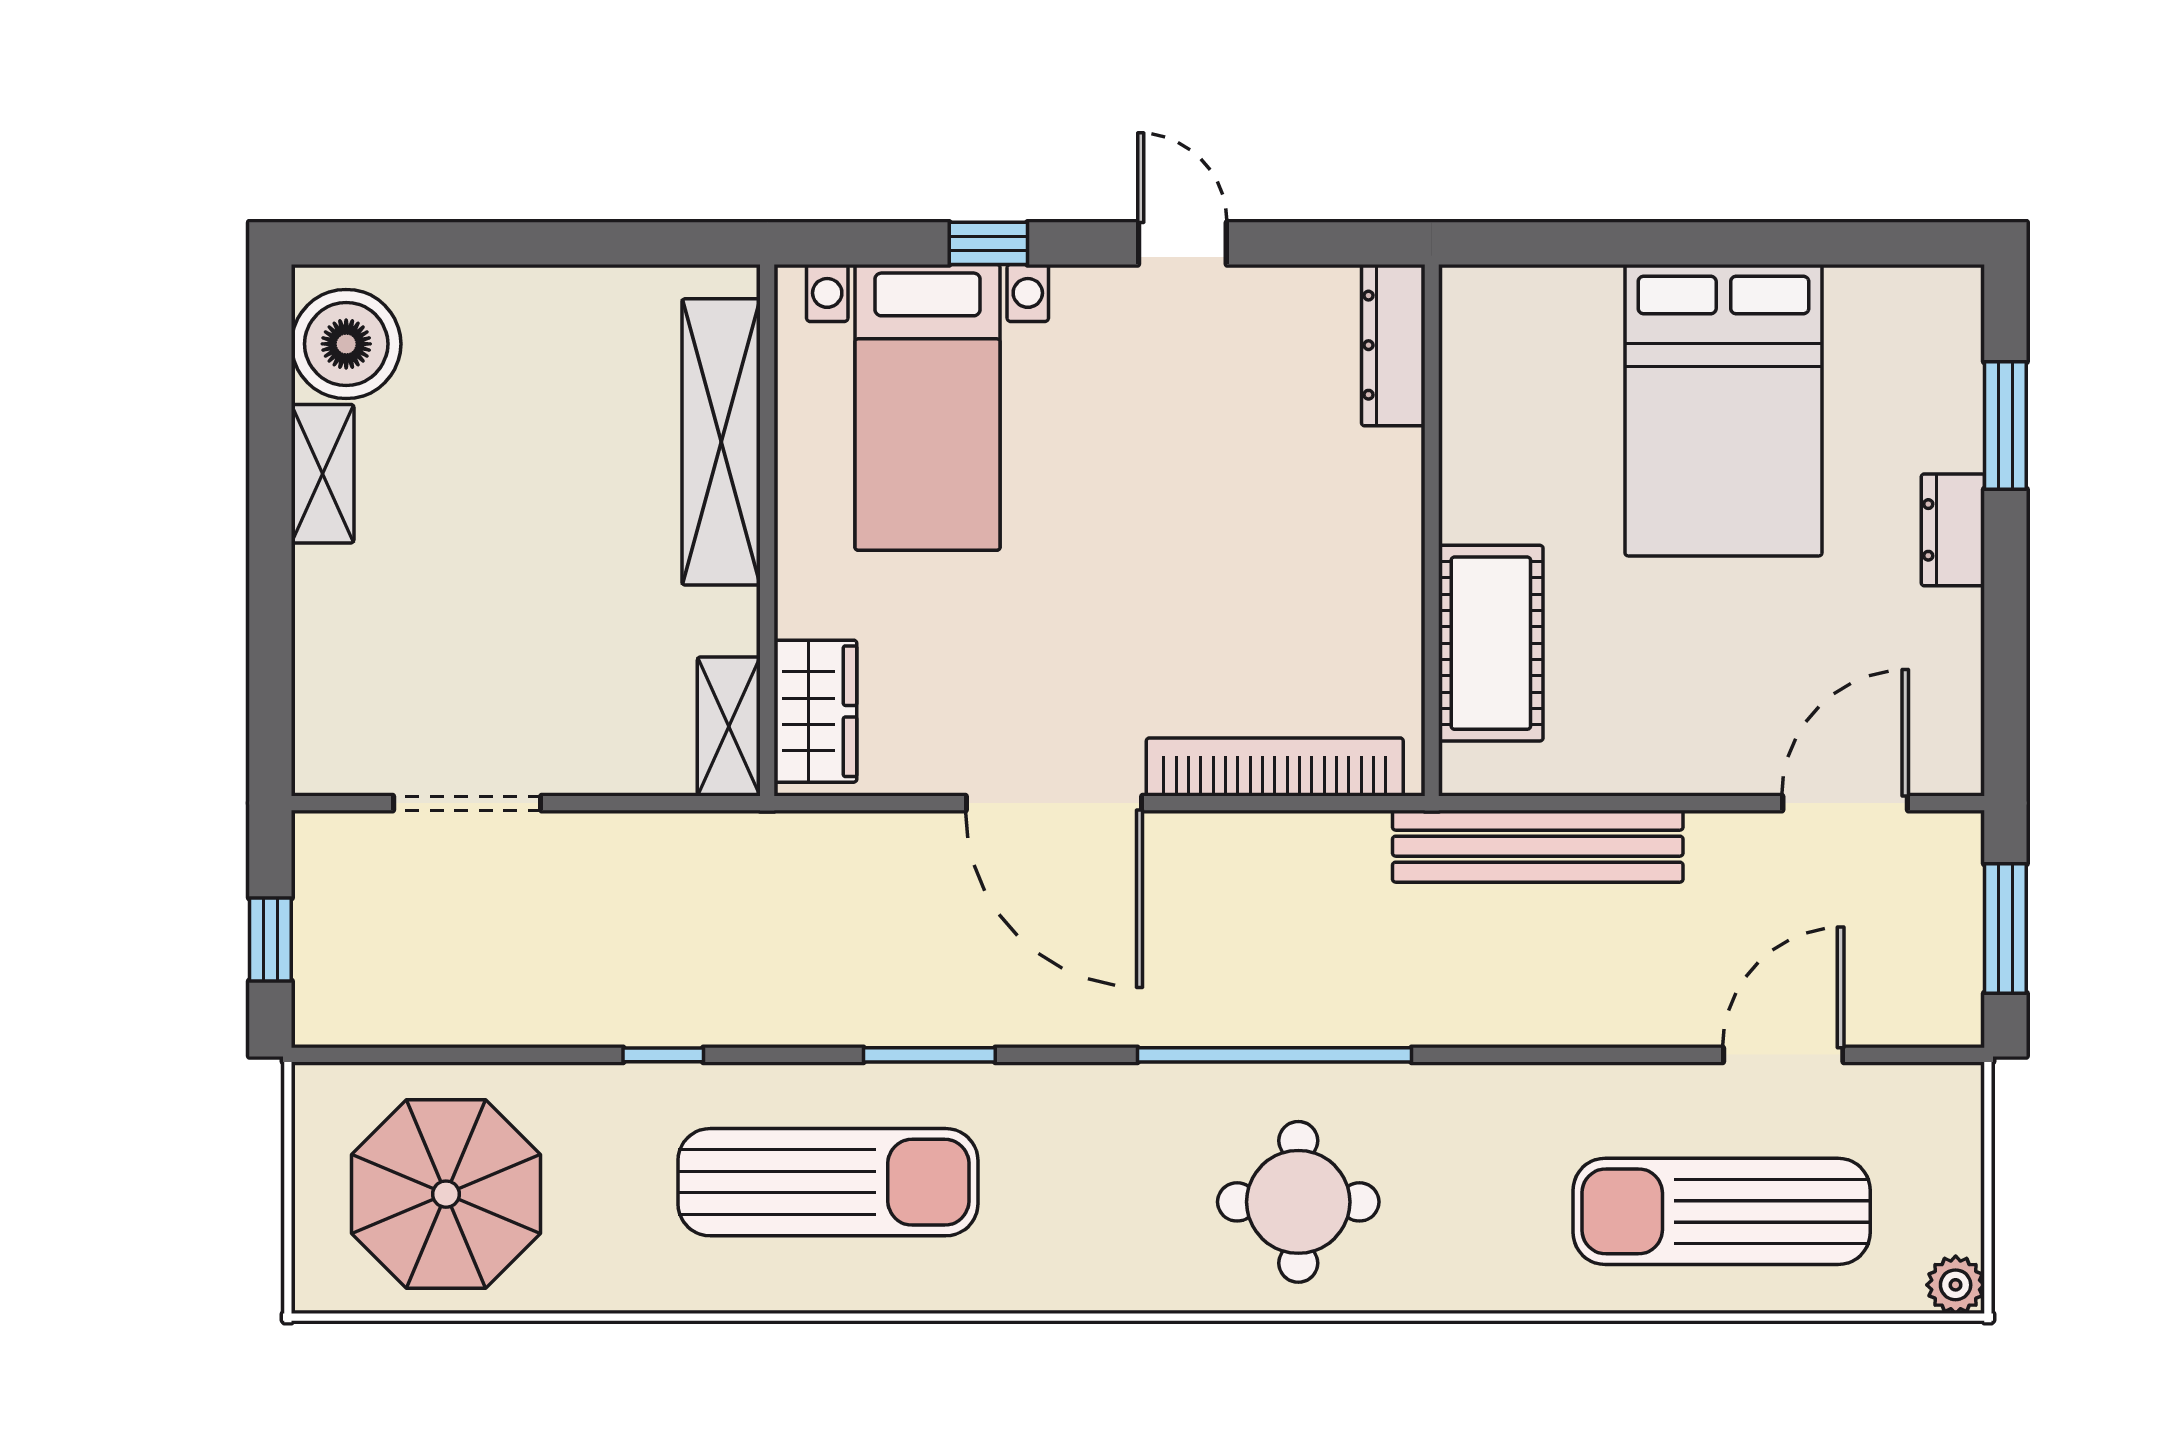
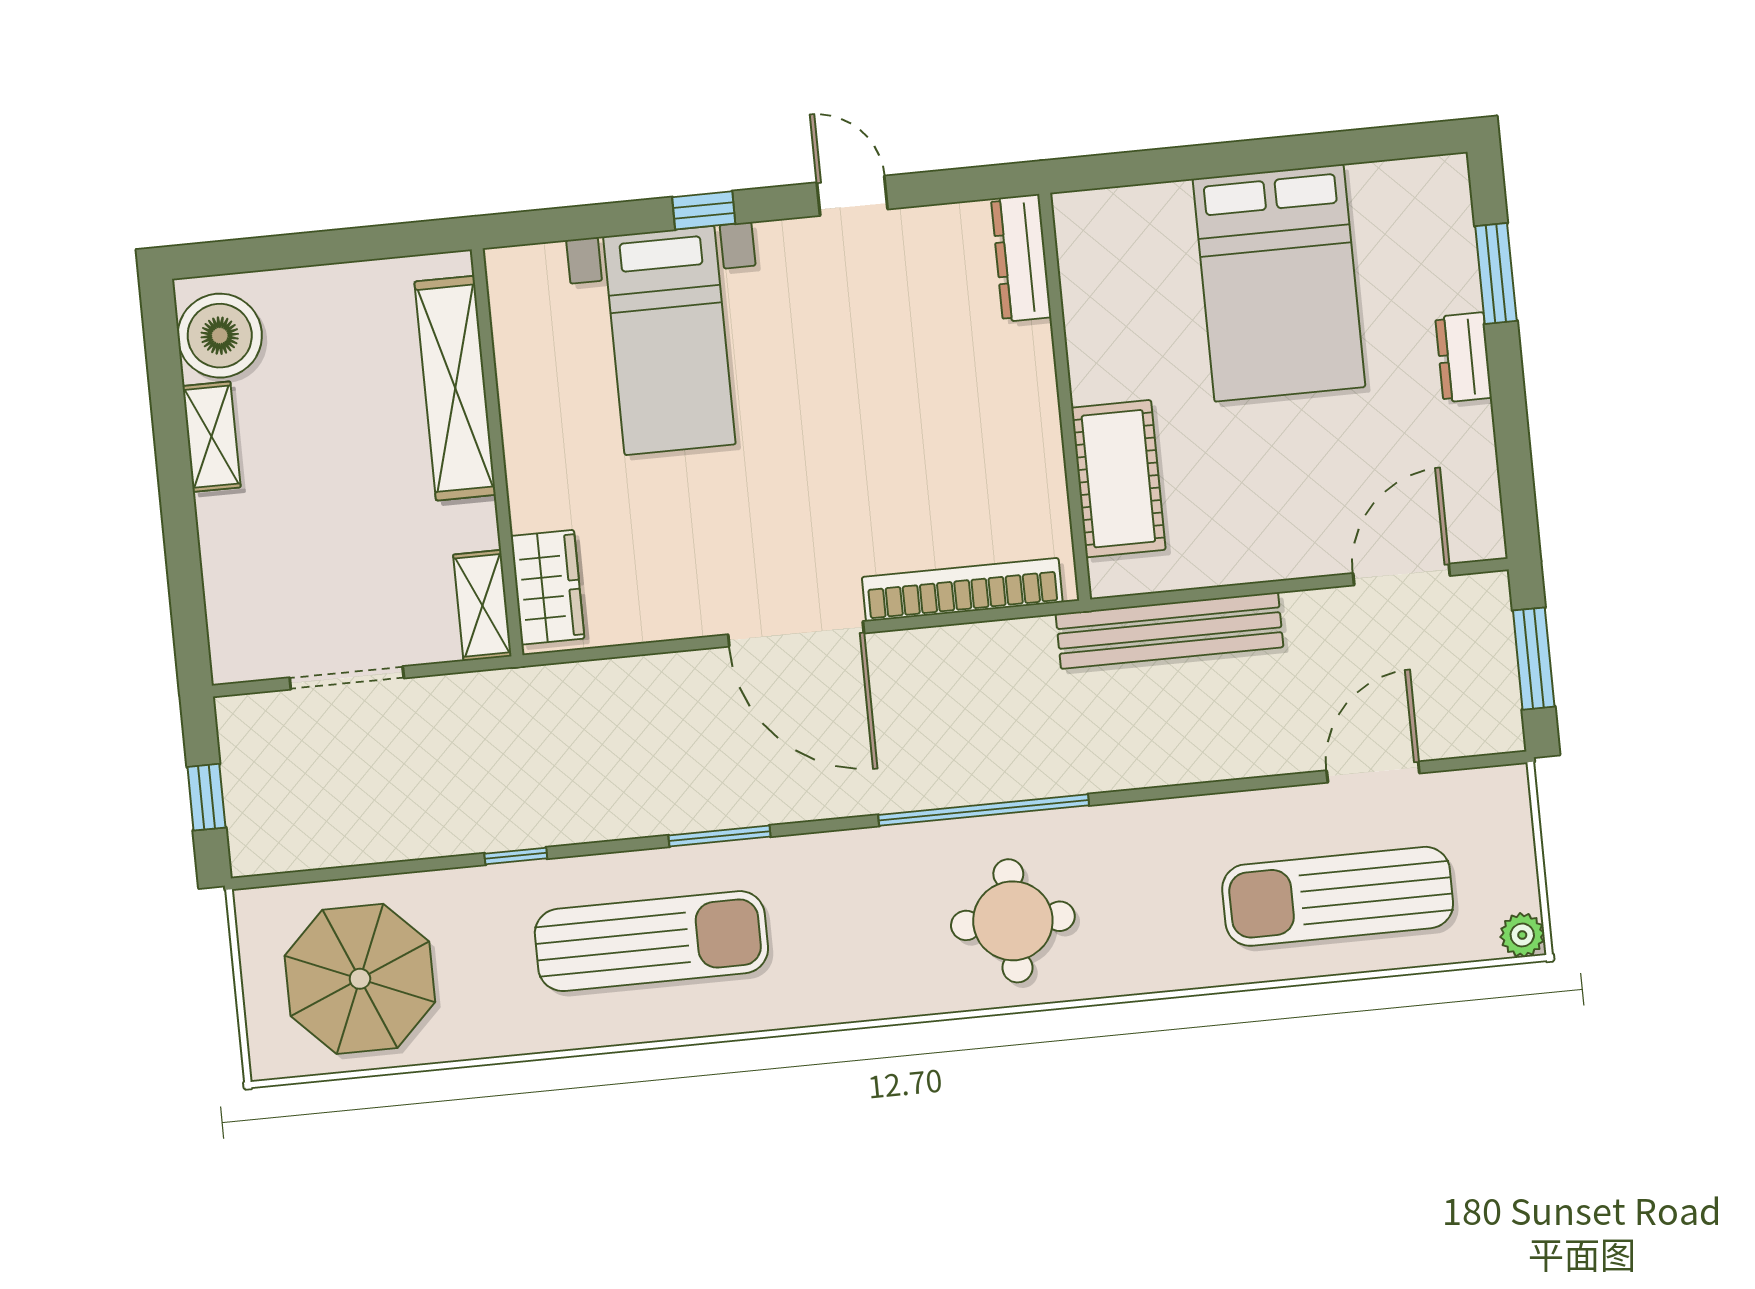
shelving: (721, 442) -> (455, 388), moved
wall: (767, 530) -> (497, 452), moved
wardrobe: (815, 711) -> (548, 587), moved
shelving: (729, 726) -> (482, 605), moved

